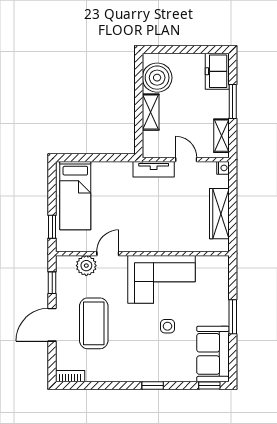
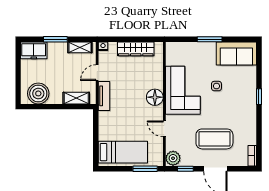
shelving: (151, 112) -> (76, 98), moved
window: (52, 227) -> (145, 169), width x1.50
floor lamp: (152, 240) -> (155, 97), added
plant: (86, 266) -> (173, 158), moved
window: (209, 385) -> (259, 56), removed

